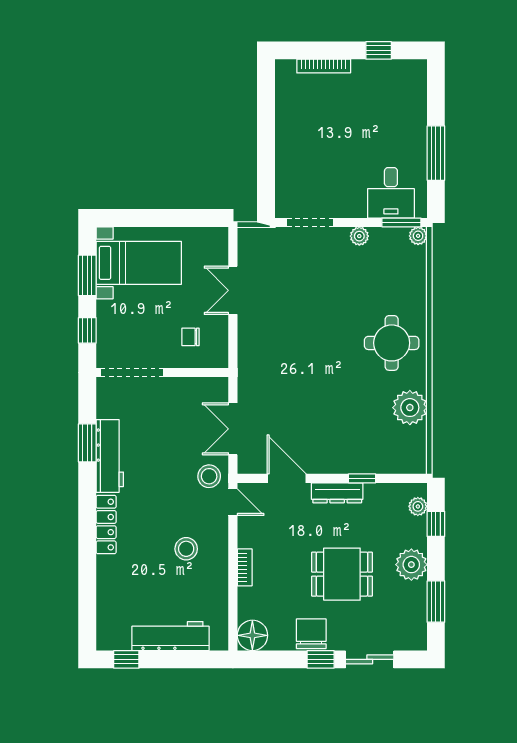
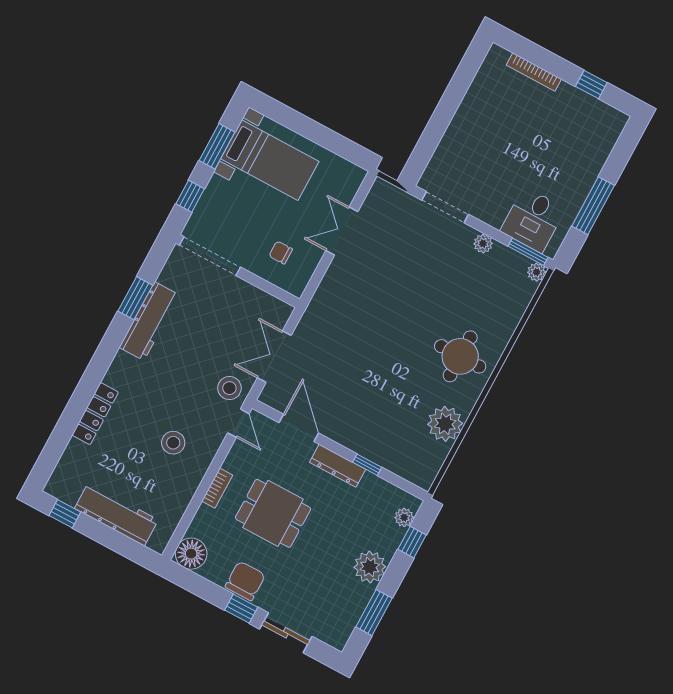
locker: (106, 525) -> (95, 414), moved
dining table: (342, 574) -> (273, 513), moved

